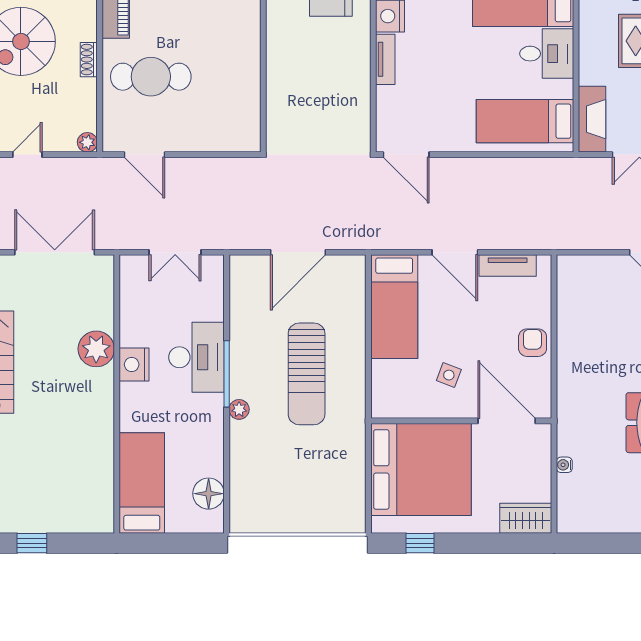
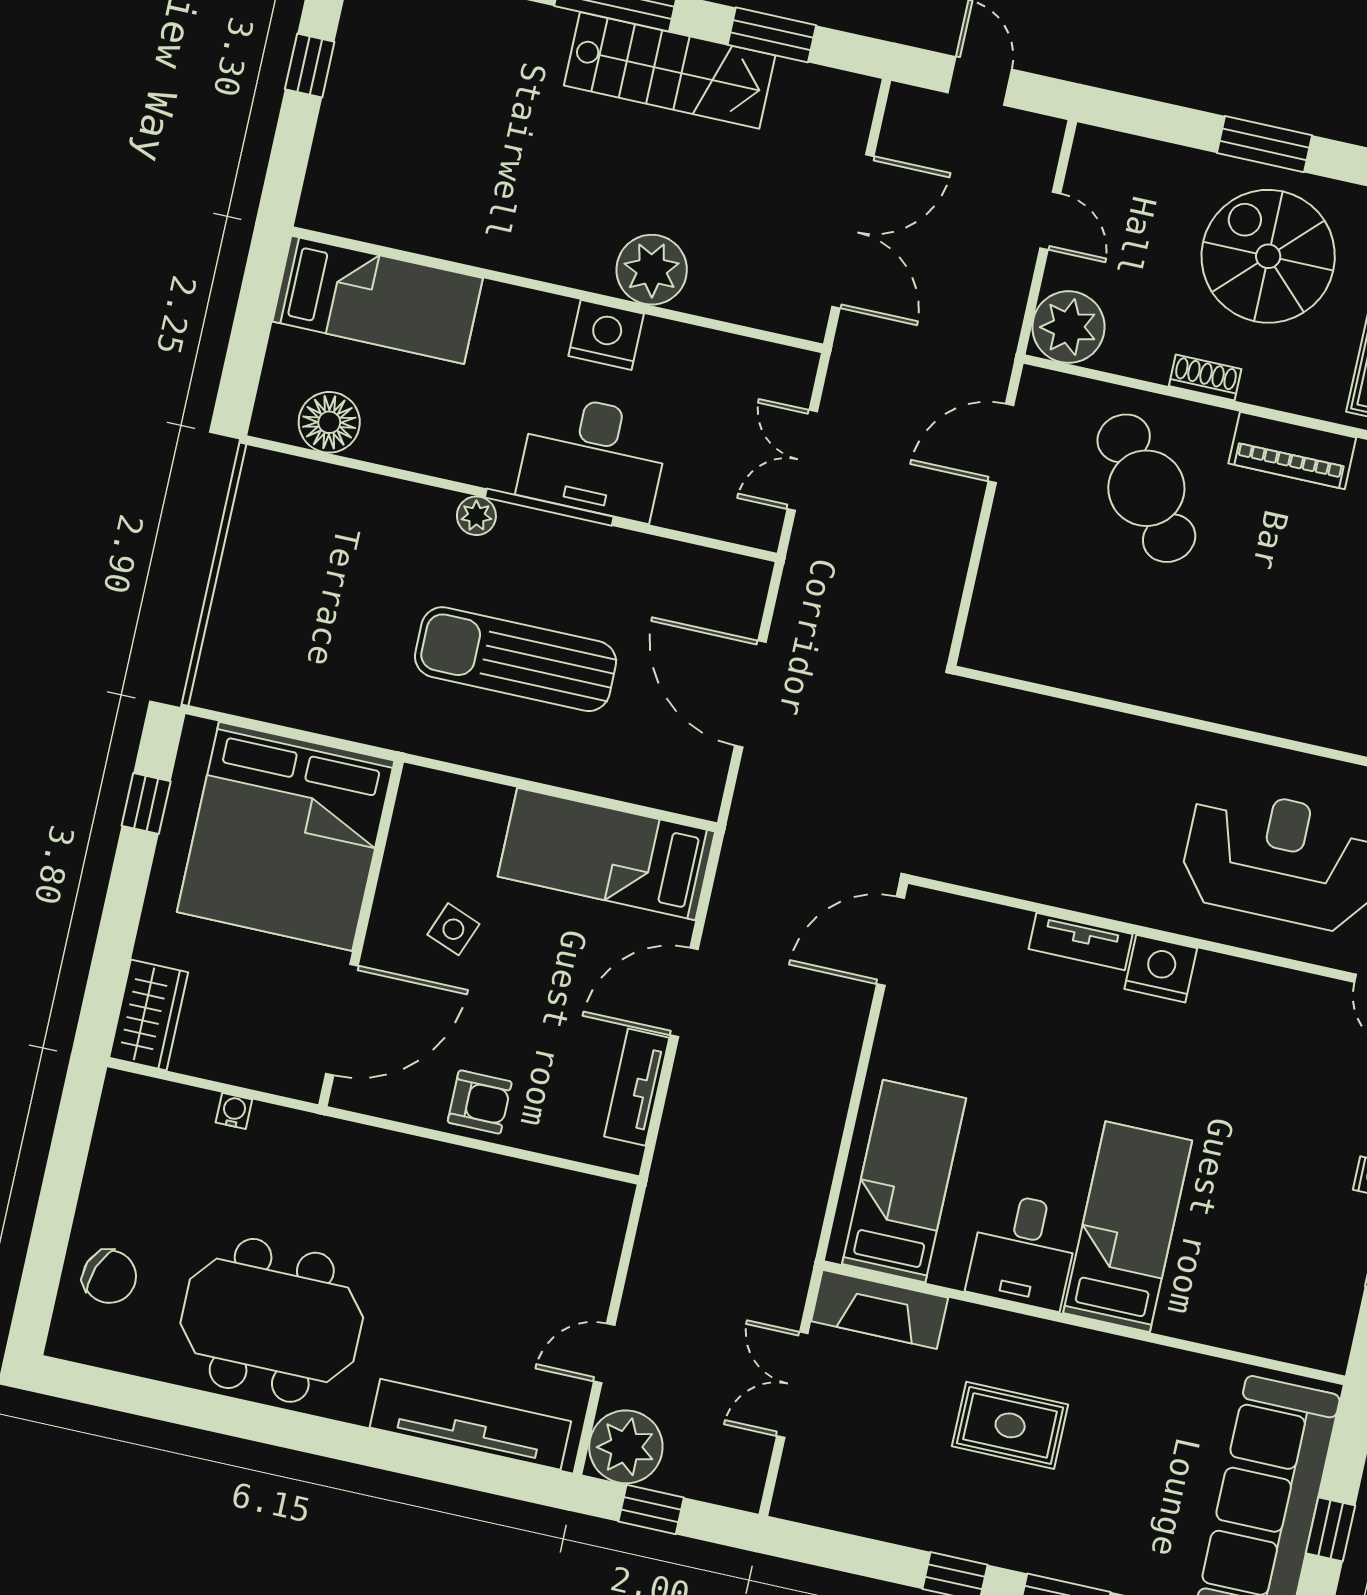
cafe table: (151, 77) -> (1146, 488), turned -37
plant: (87, 142) -> (1068, 327), width x1.87, depth x1.87

